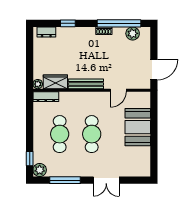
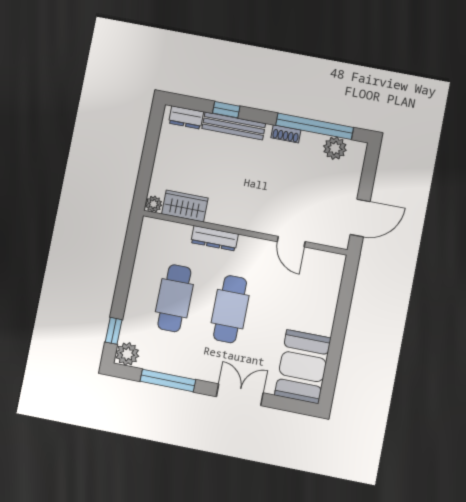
bench: (86, 84) -> (234, 126), moved
door: (118, 90) -> (291, 242), hinge flipped
dresser: (46, 97) -> (215, 238), moved
booth: (138, 127) -> (303, 367), moved
double door: (106, 180) -> (240, 395), swing flipped

